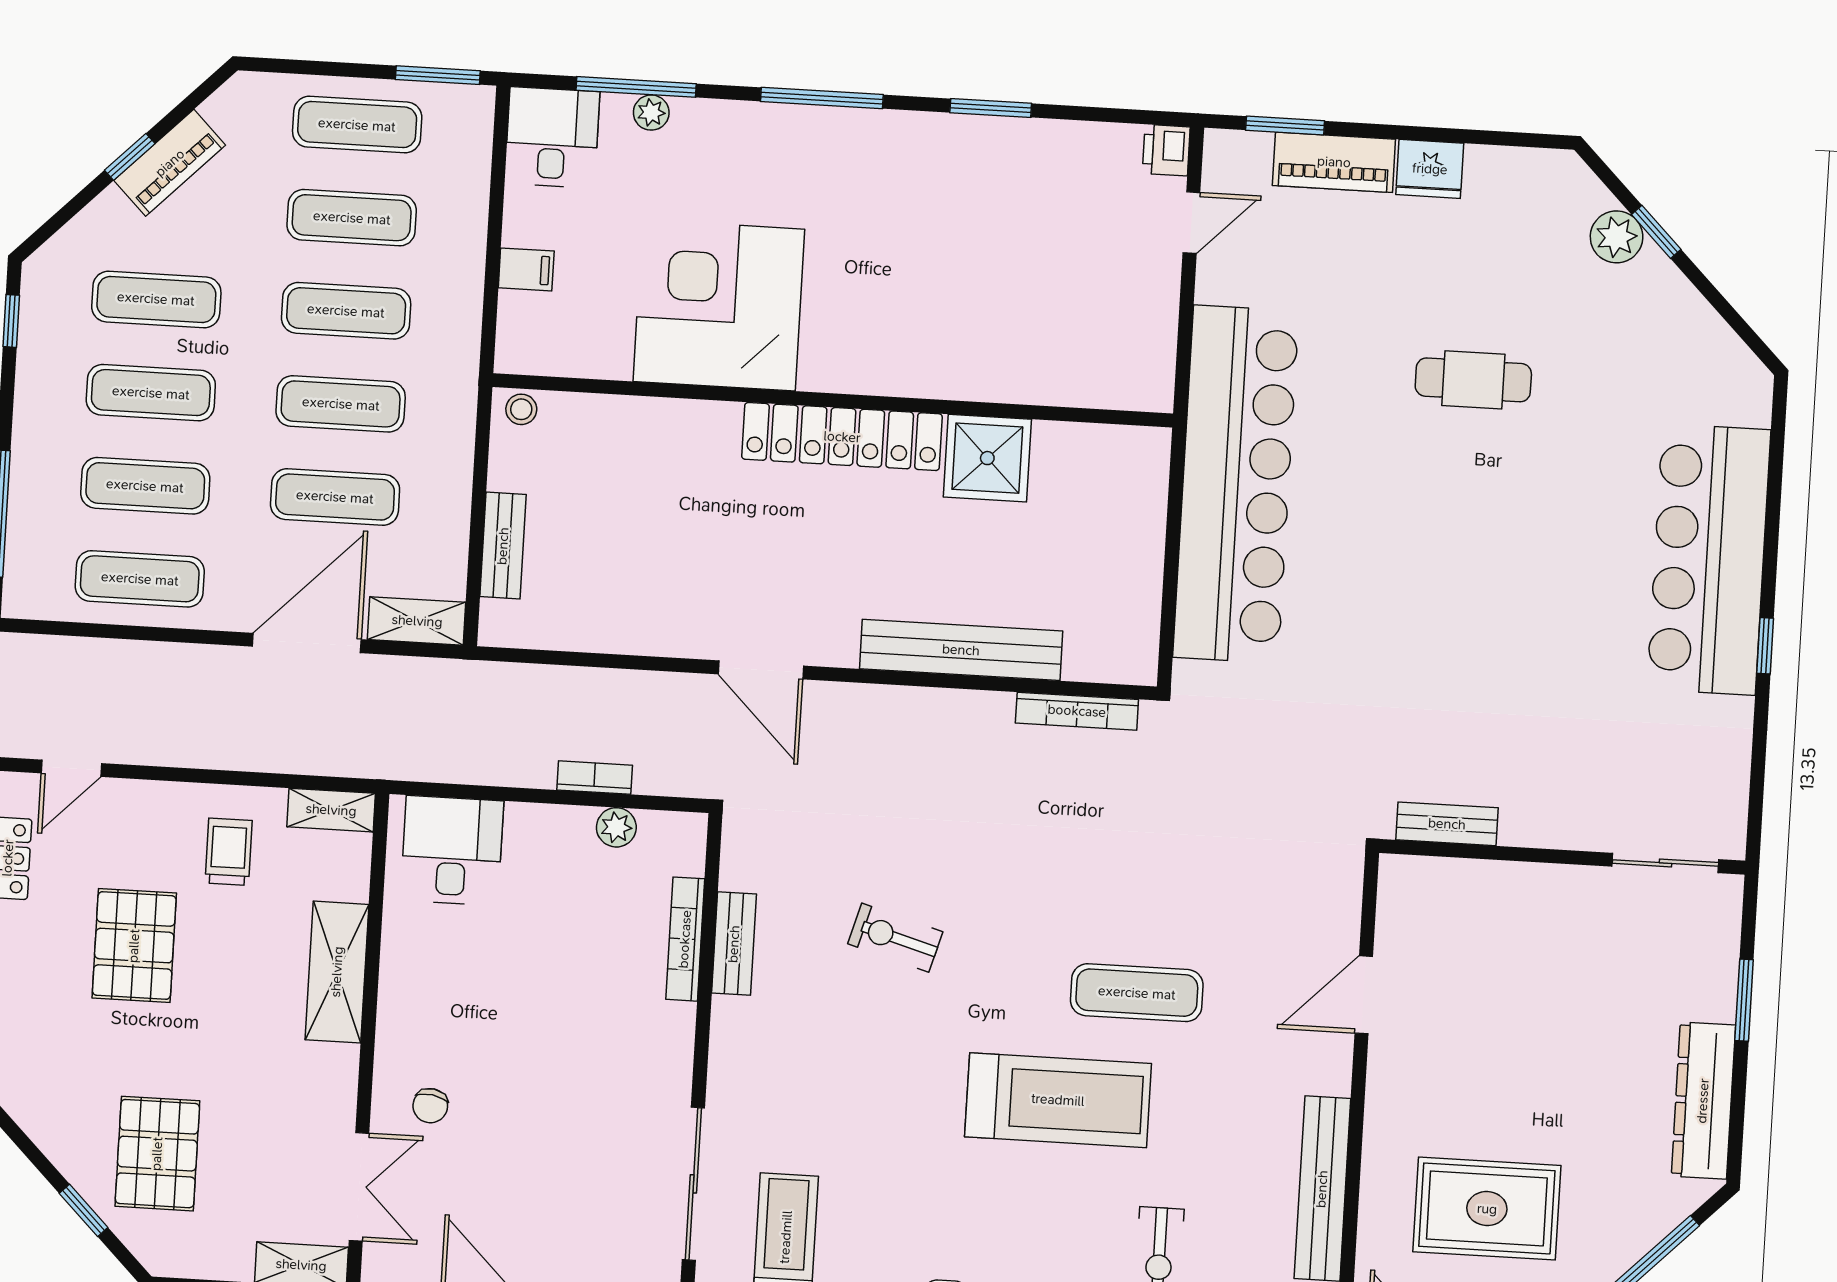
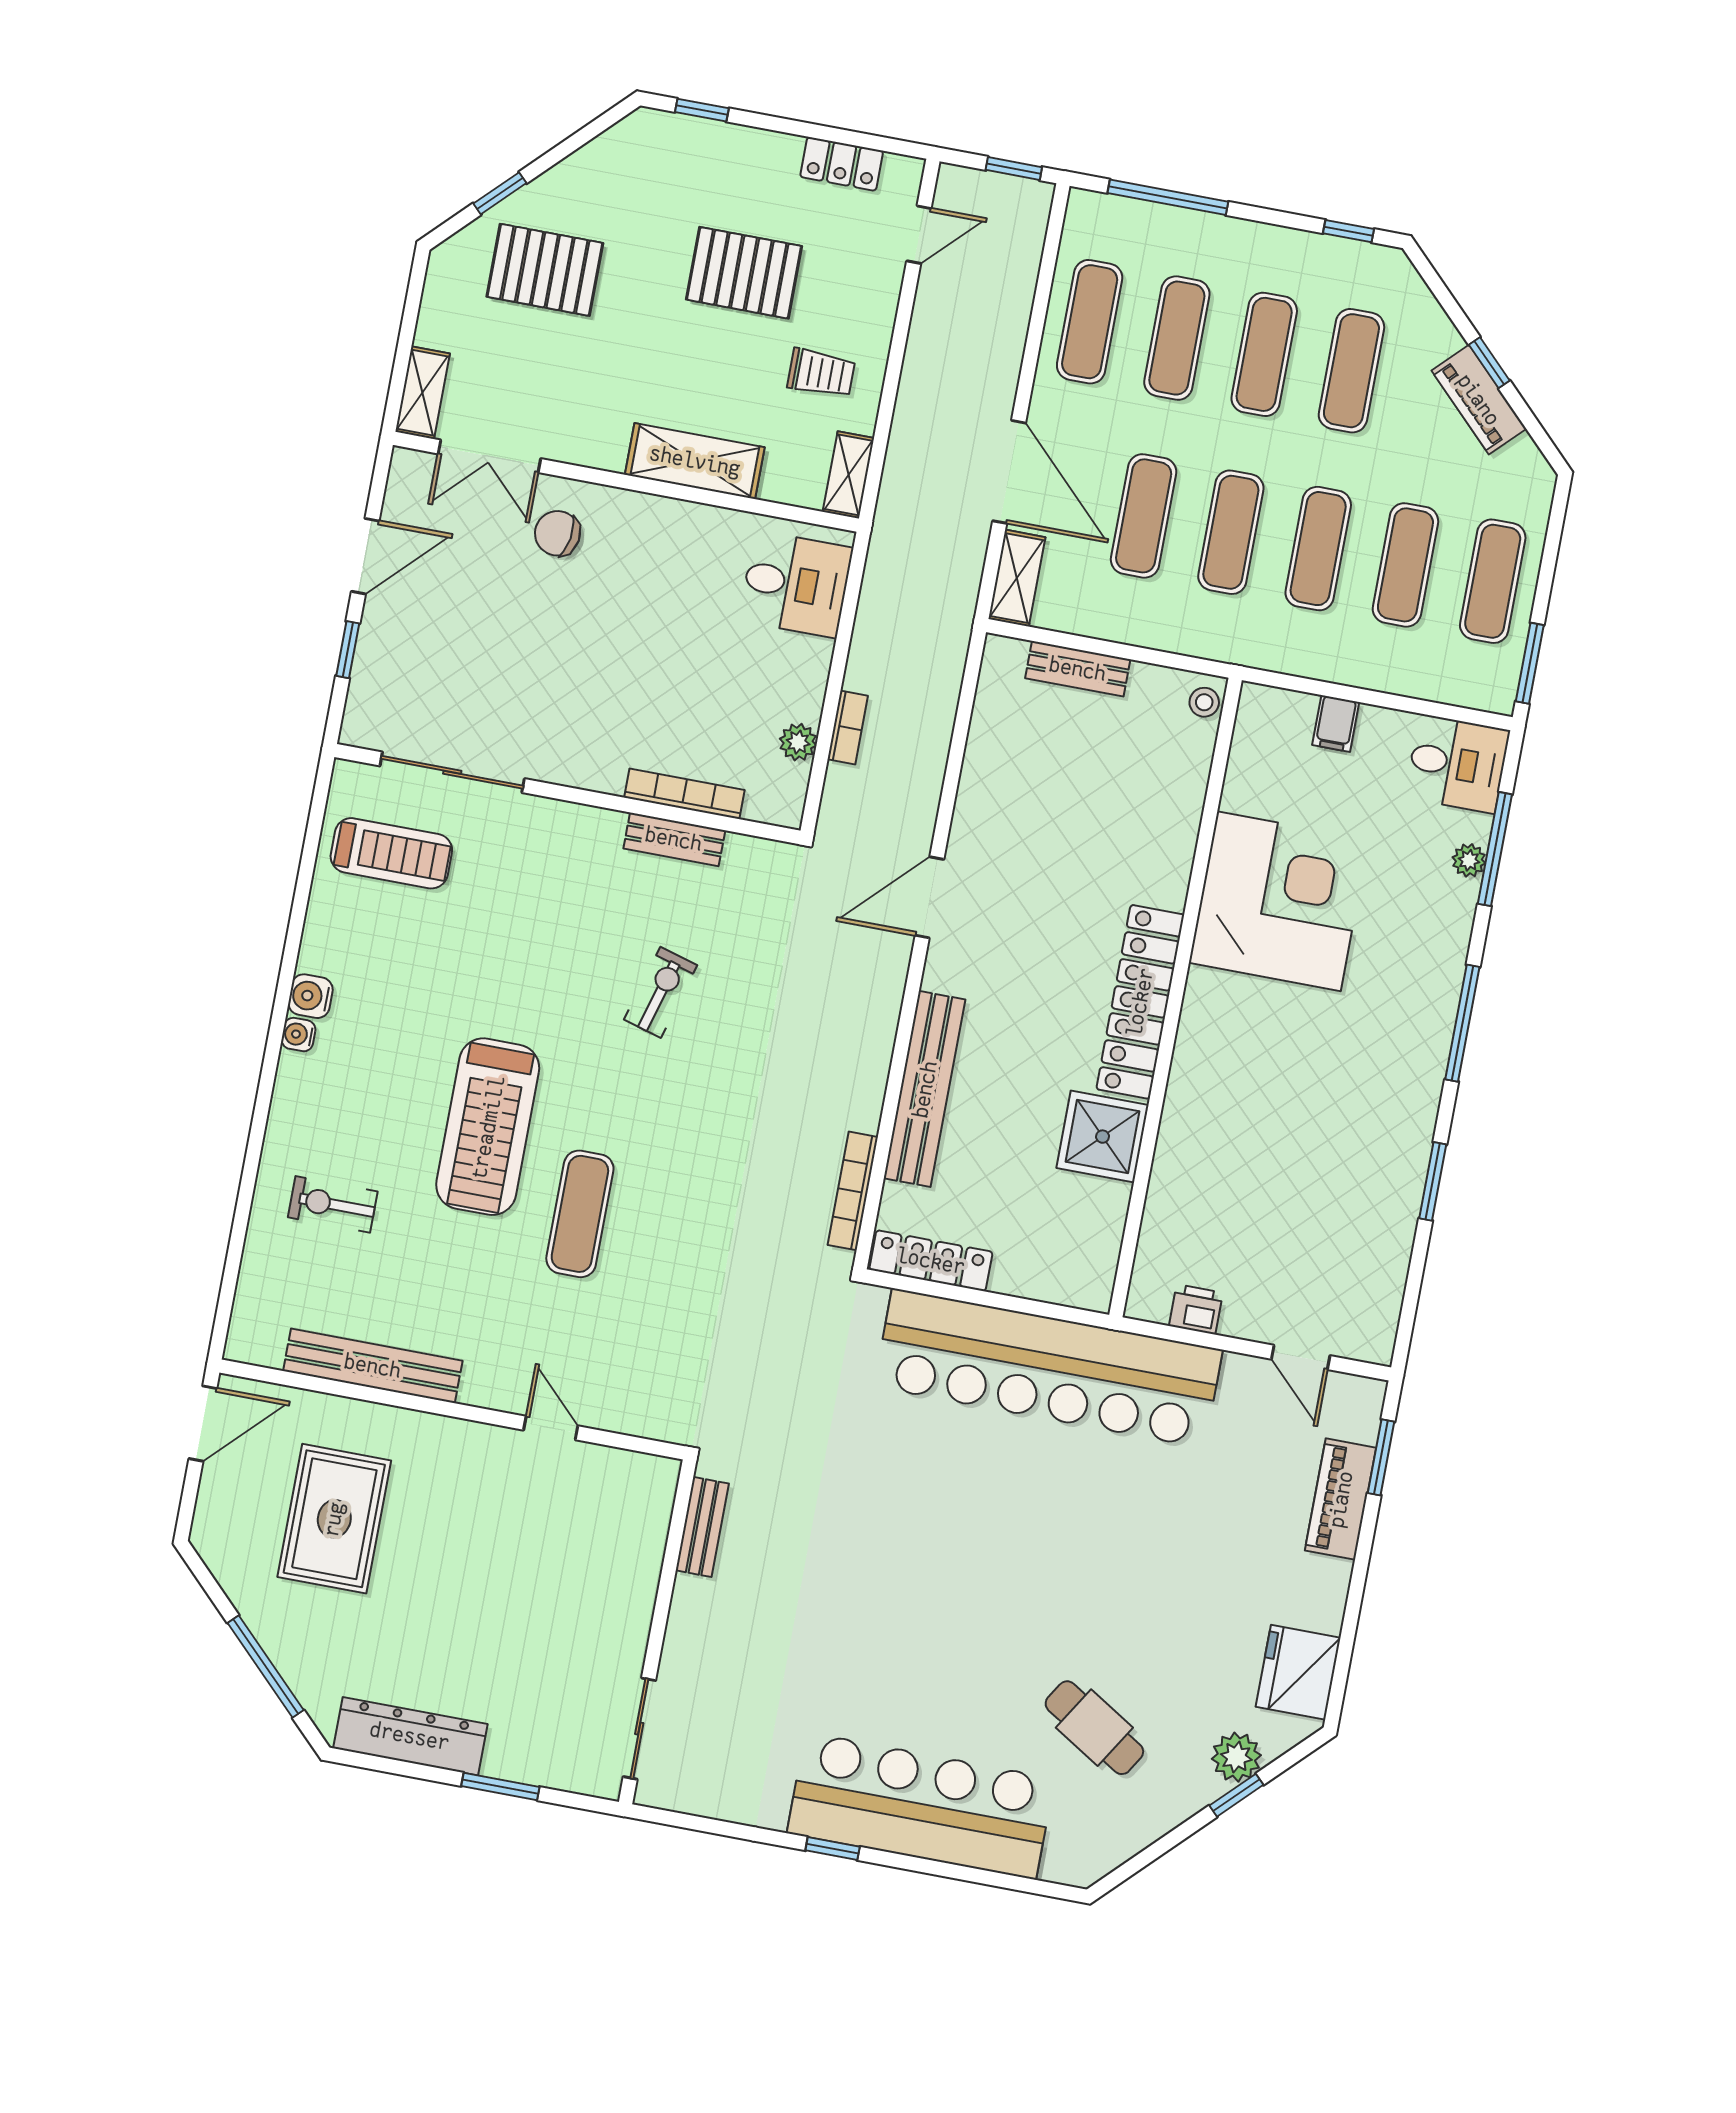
printer: (1166, 150) -> (1196, 1309), moved
fridge: (1430, 169) -> (1298, 1672), moved, width x1.36, depth x1.34
cafe table: (1473, 380) -> (1094, 1728), moved, turned -58
locker: (1139, 621) -> (931, 1261), added
door: (71, 768) -> (919, 235), swing flipped
door: (1364, 995) -> (551, 1428), width x0.73
chair: (430, 1106) -> (557, 533), width x1.37, depth x1.37

